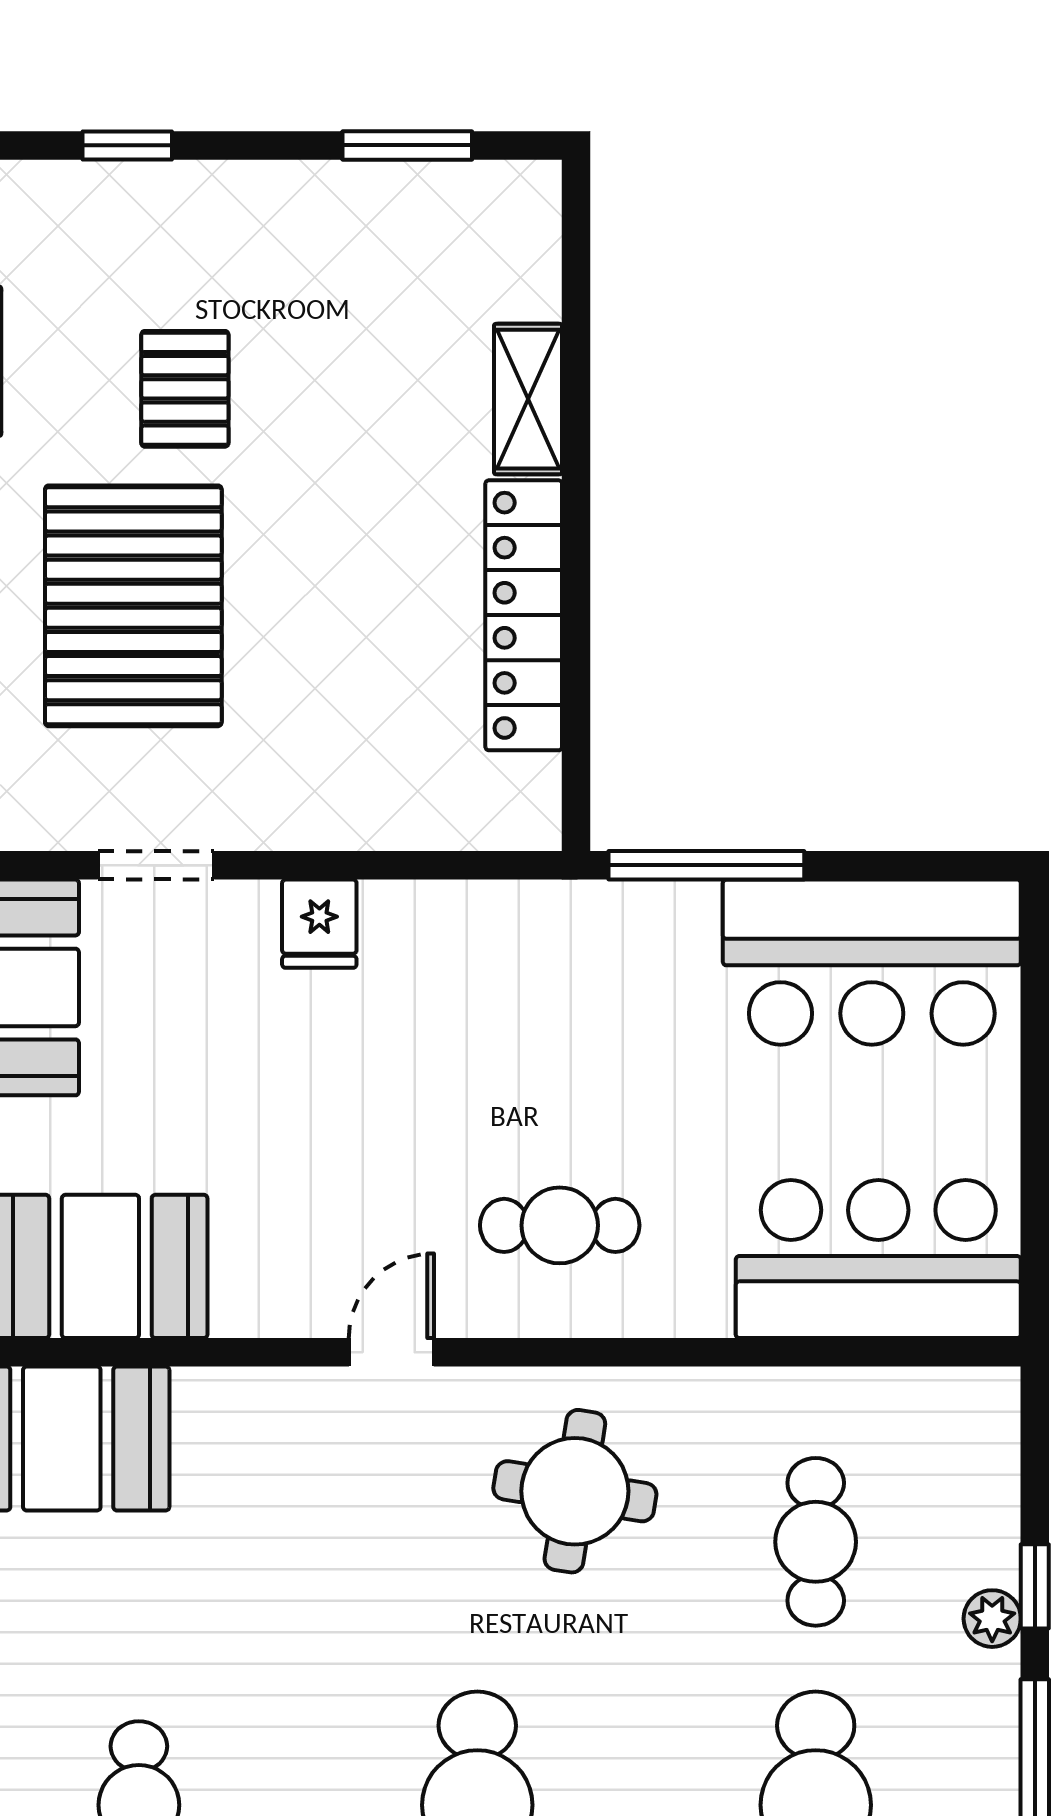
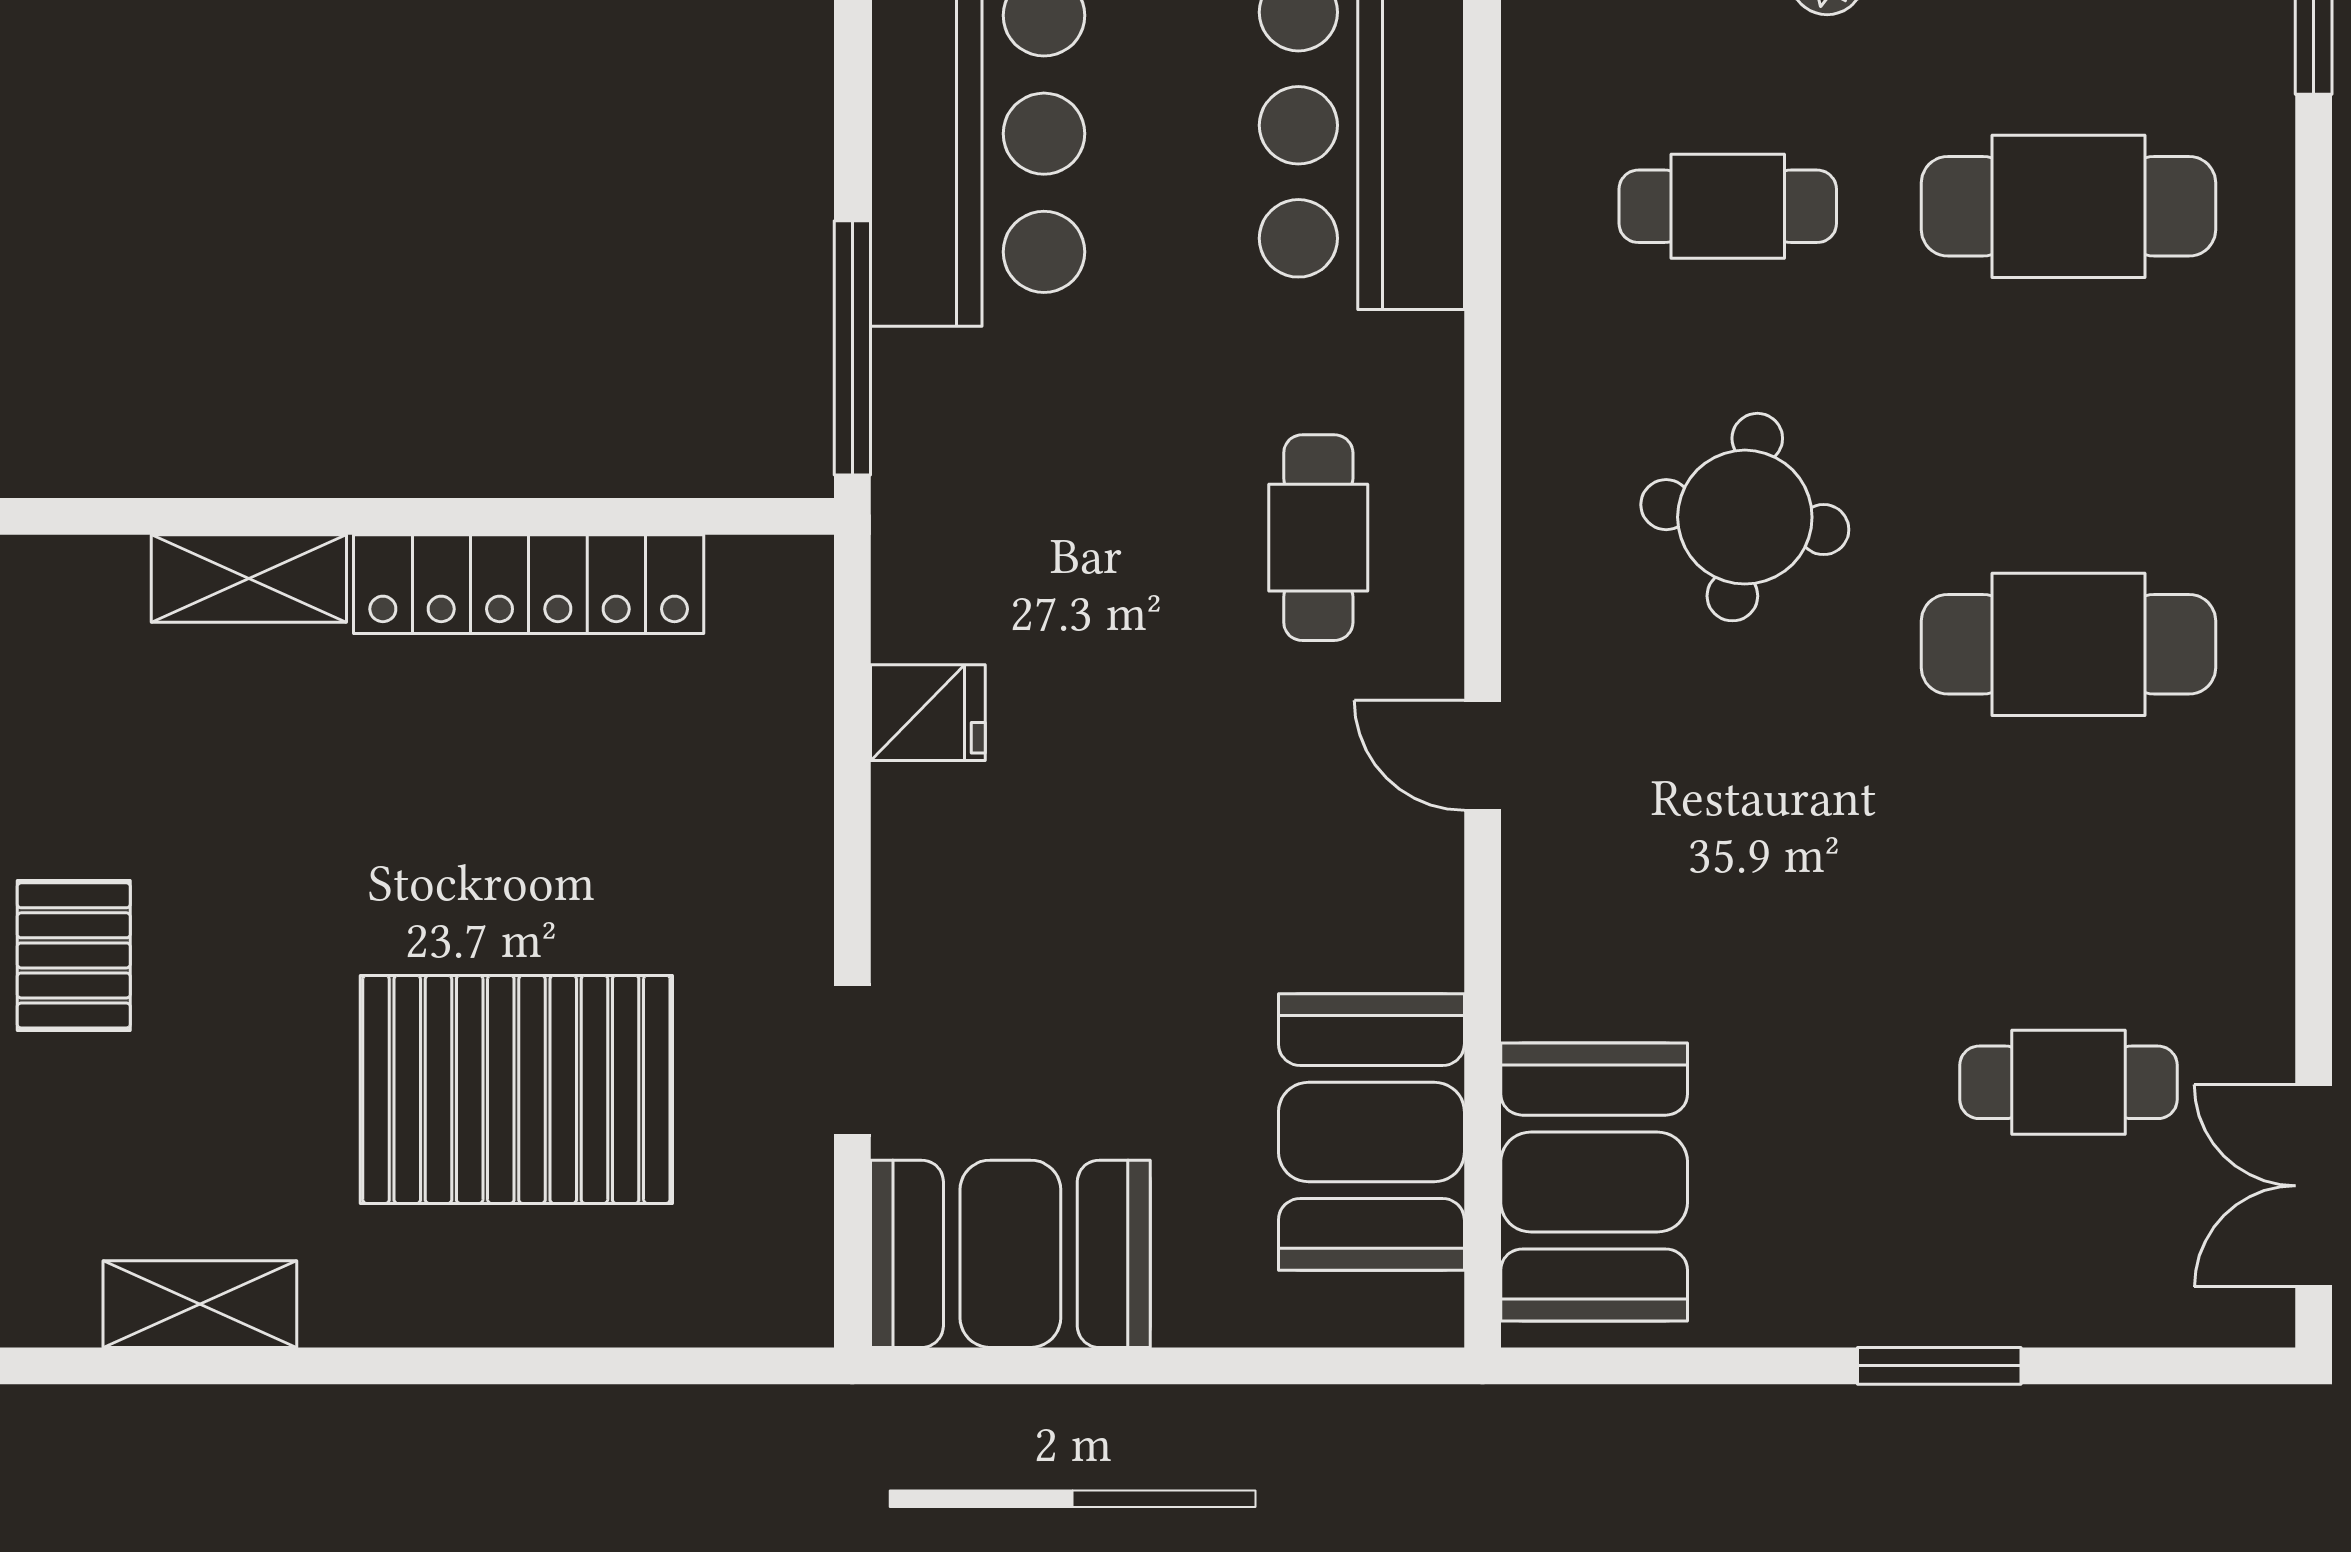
pallet: (185, 389) -> (74, 955), moved, turned 90
fridge: (319, 924) -> (928, 713), moved
round table: (575, 1491) -> (1745, 517), moved

